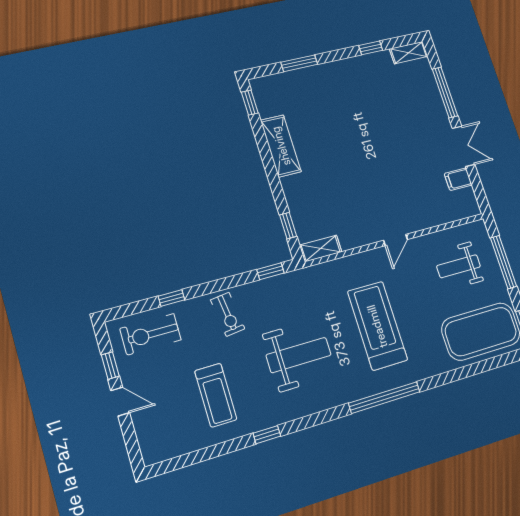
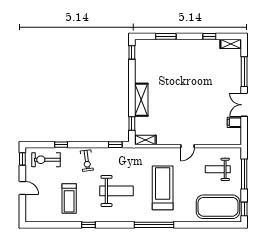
shelving: (281, 146) -> (141, 100), moved
double door: (463, 146) -> (244, 105), swing flipped
window: (110, 366) -> (22, 159), moved

